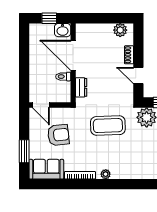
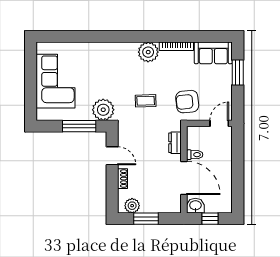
window: (108, 18) -> (146, 219), added
door: (41, 105) -> (219, 123), hinge flipped
coffee table: (108, 126) -> (146, 101), width x0.54, depth x0.58
armchair: (58, 135) -> (187, 102), moved
plant: (106, 174) -> (148, 52), width x1.87, depth x1.87

